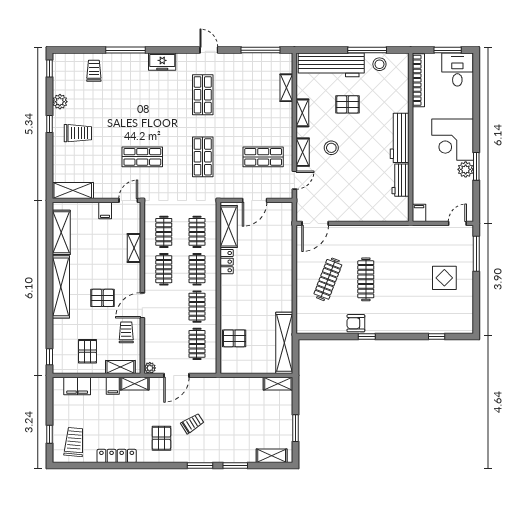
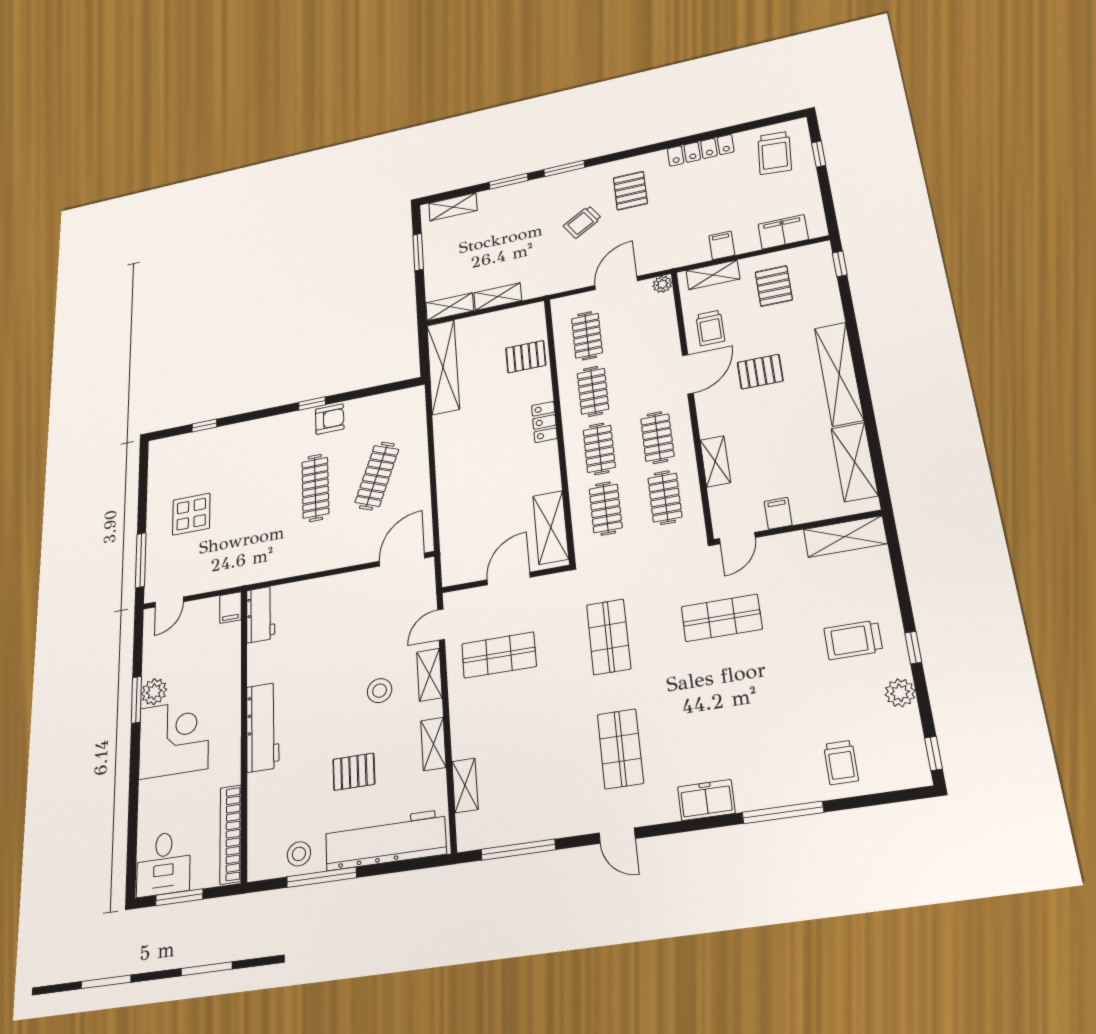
workbench: (401, 180) -> (261, 614), moved
locker: (227, 262) -> (544, 422), moved
shelving: (135, 384) -> (498, 297), moved

